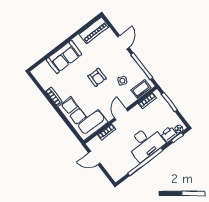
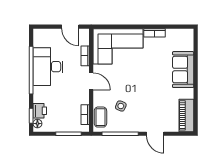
armchair: (97, 77) -> (142, 85), removed
desk: (145, 143) -> (48, 67), moved
door: (94, 158) -> (70, 27), swing flipped

